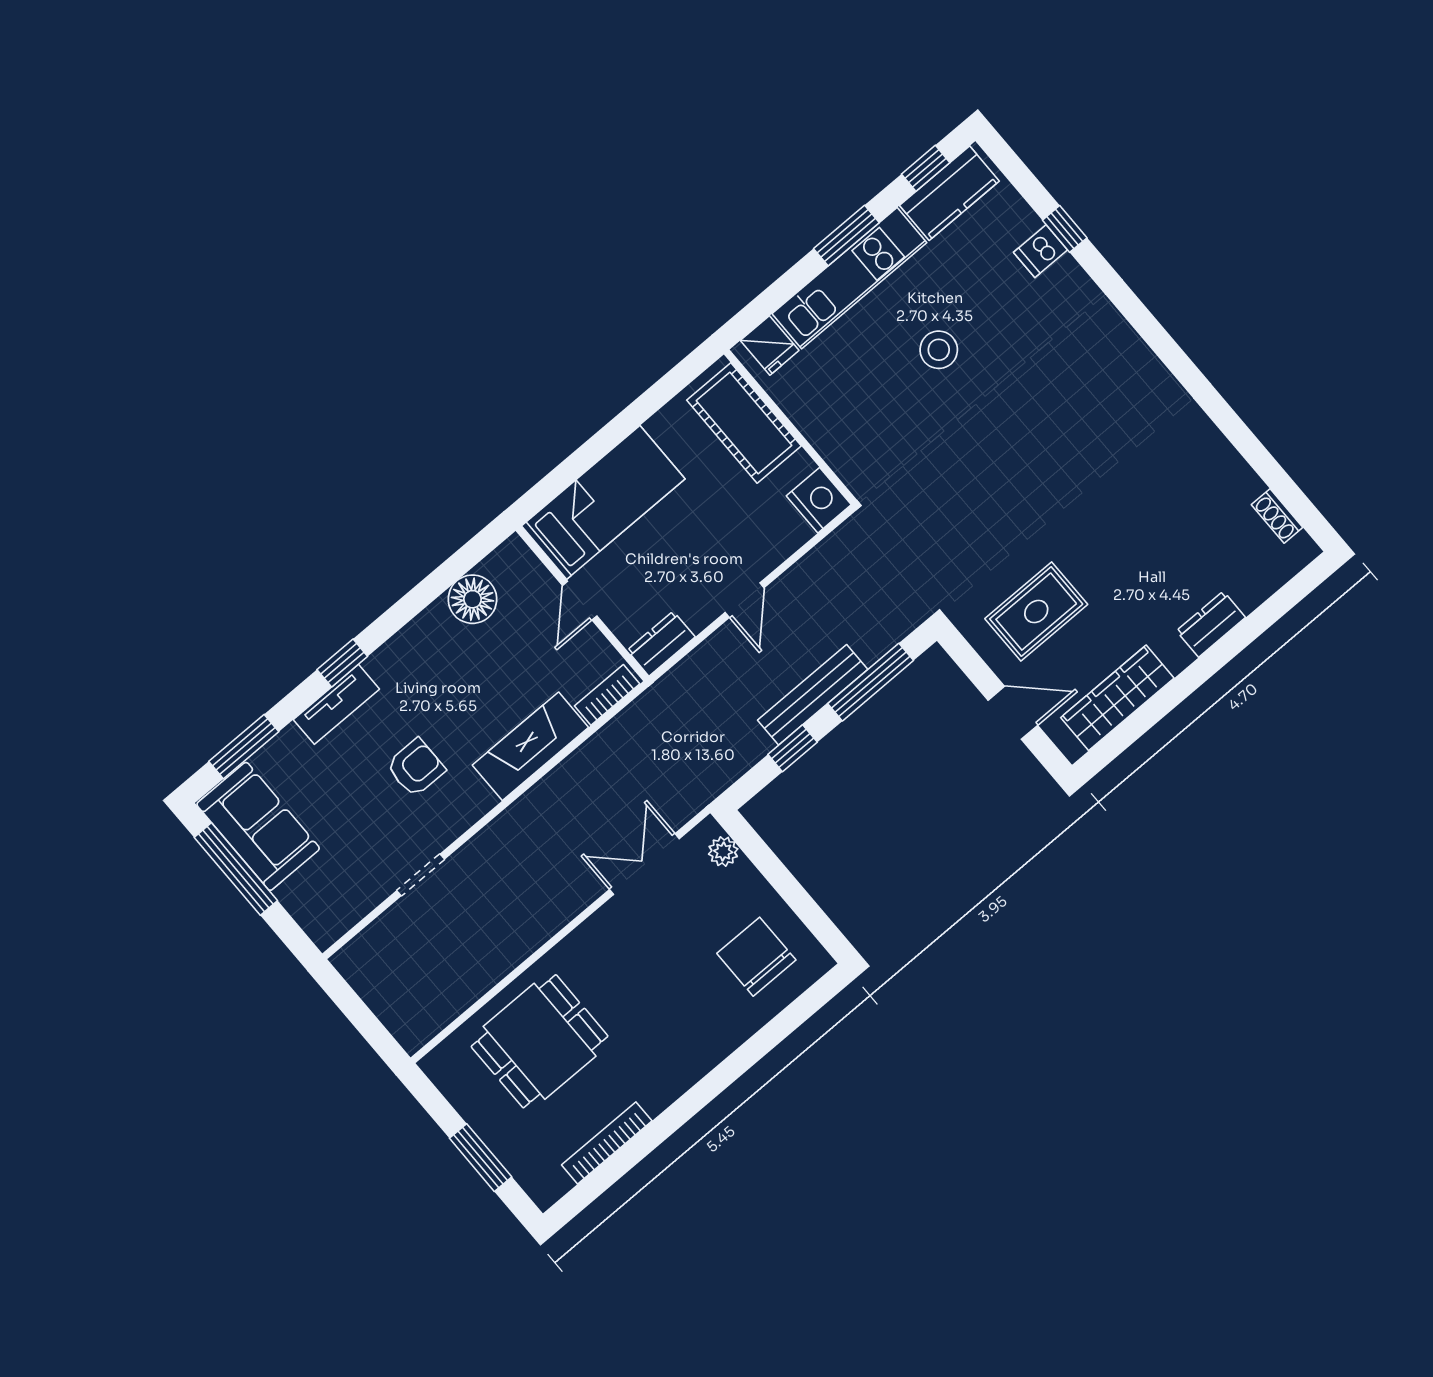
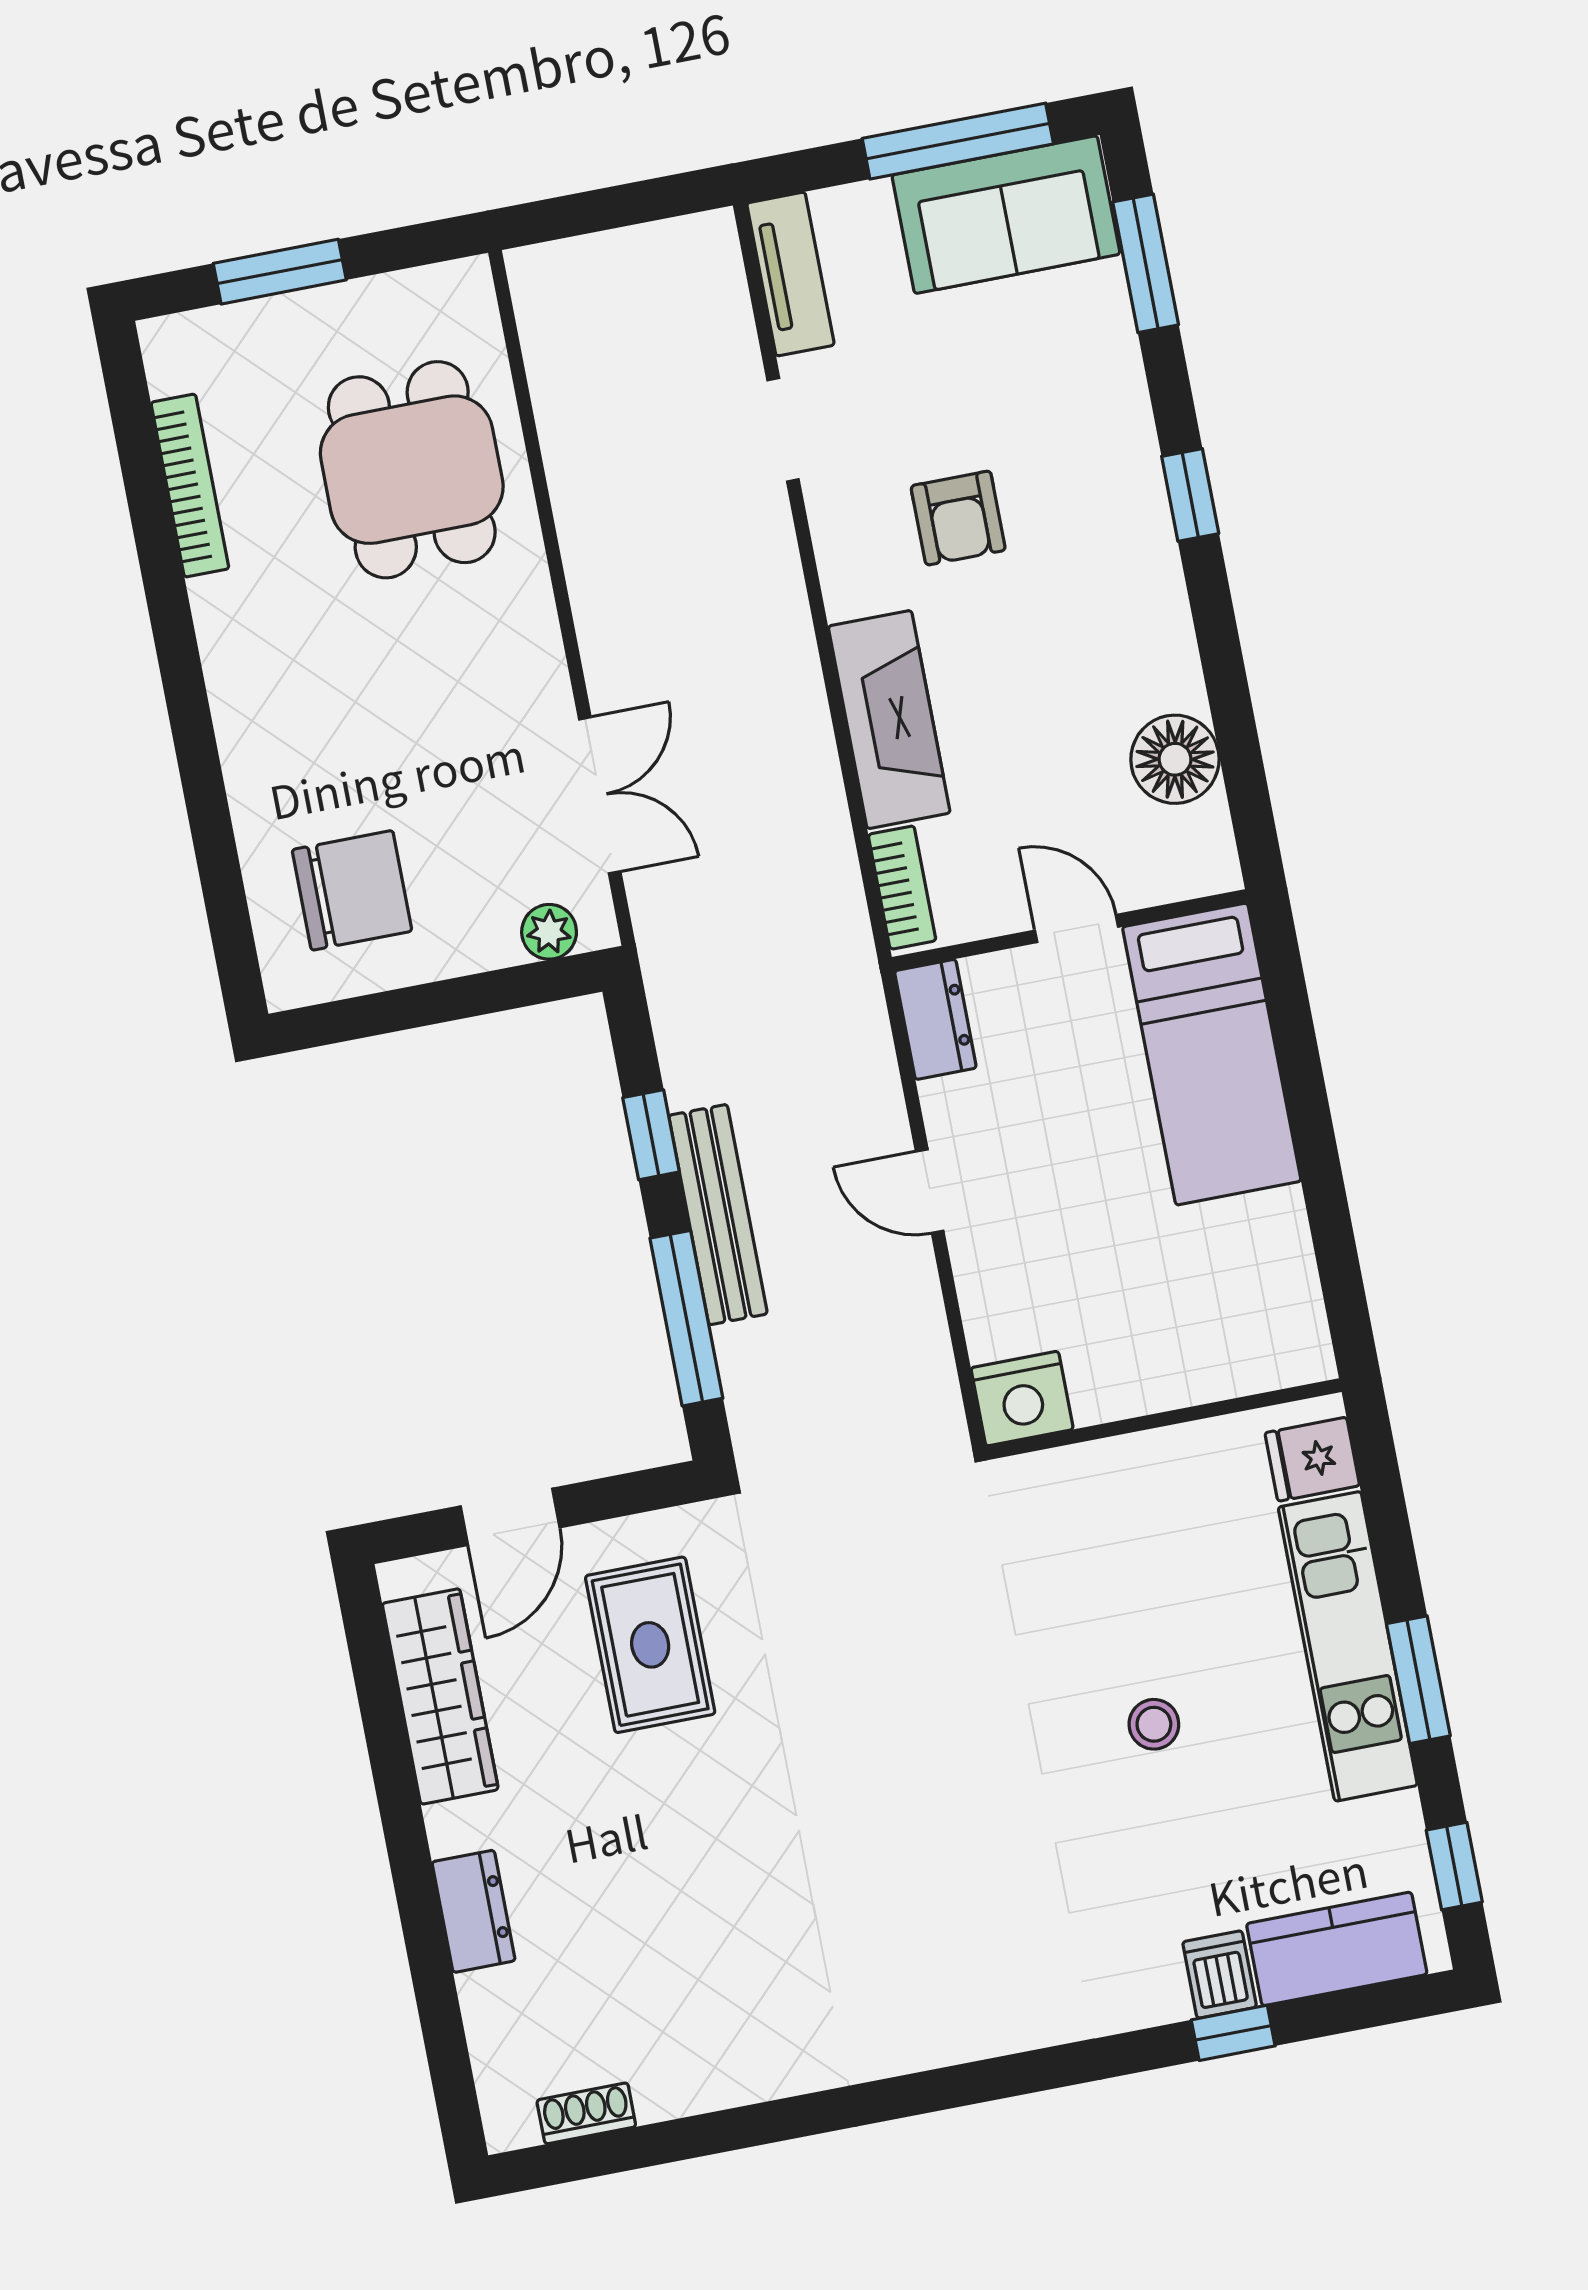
kitchen counter: (949, 193) -> (1337, 1949), moved, turned 90
stool: (939, 350) -> (1154, 1724), width x0.73, depth x0.73
cot: (744, 423) -> (1212, 1349), removed
tv unit: (336, 704) -> (790, 274), moved, turned 180

